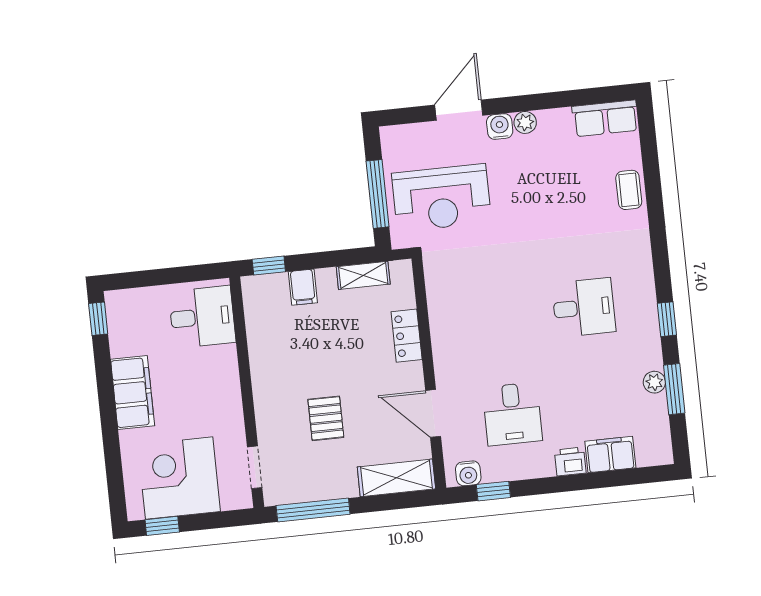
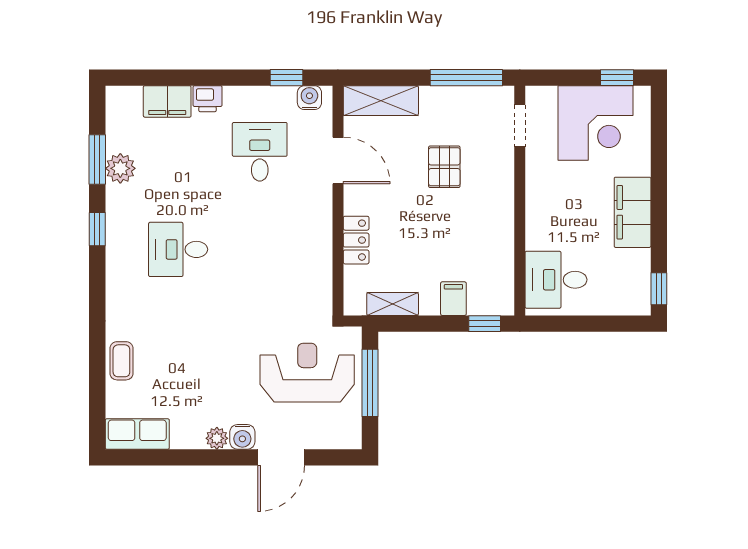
plant: (654, 382) -> (120, 168), width x1.38, depth x1.38

